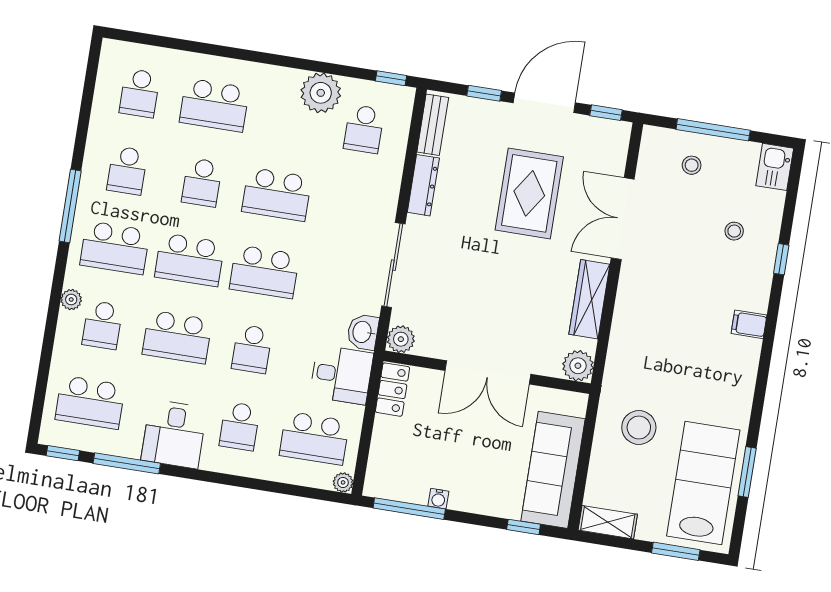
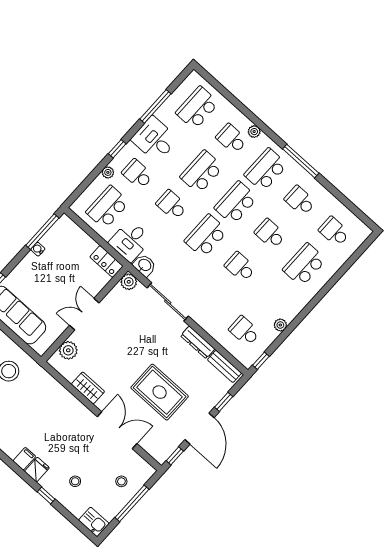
plant: (321, 93) -> (280, 325), width x0.53, depth x0.53
school desk: (277, 194) -> (240, 267), width x0.54
fridge: (753, 296) -> (37, 470), added
wardrobe: (589, 299) -> (88, 388), width x0.67
plant: (578, 366) -> (68, 350), moved
double door: (488, 372) -> (84, 314), width x0.73
window: (63, 453) -> (117, 149), moved
plant: (343, 482) -> (108, 172), moved

